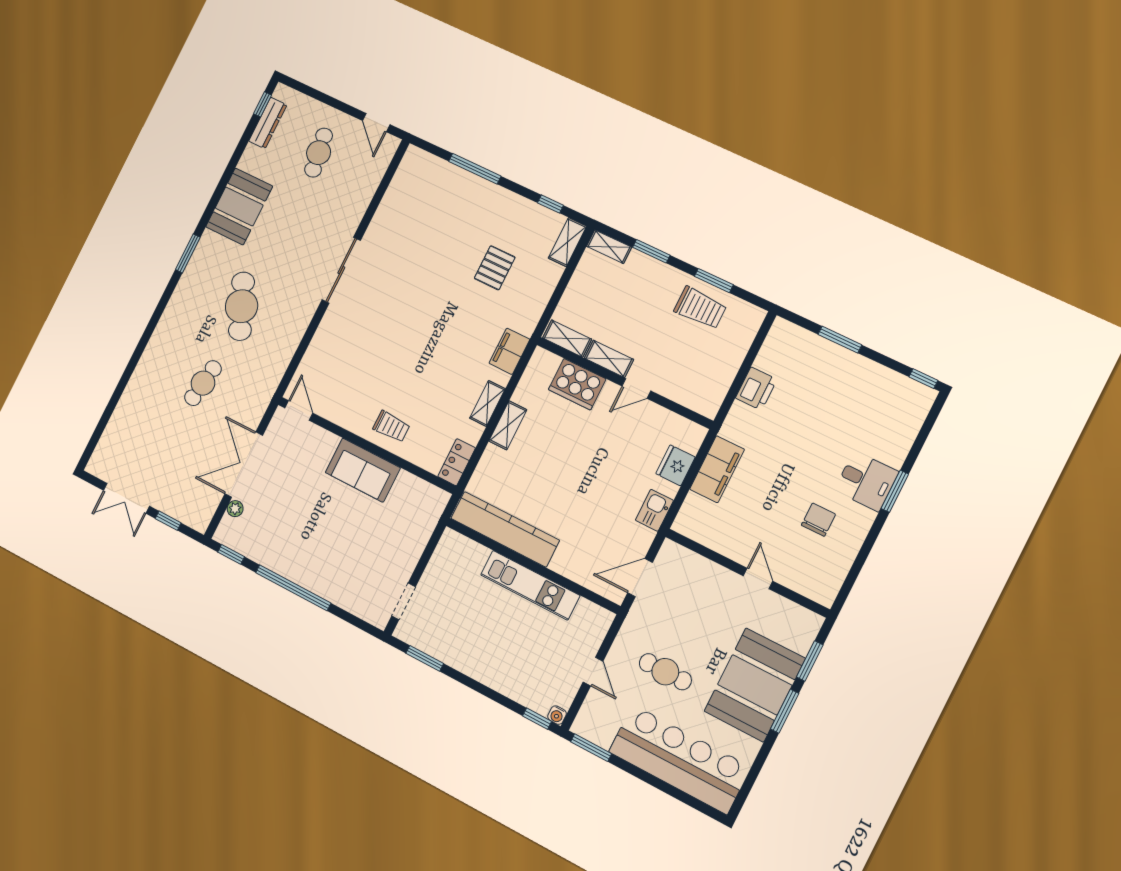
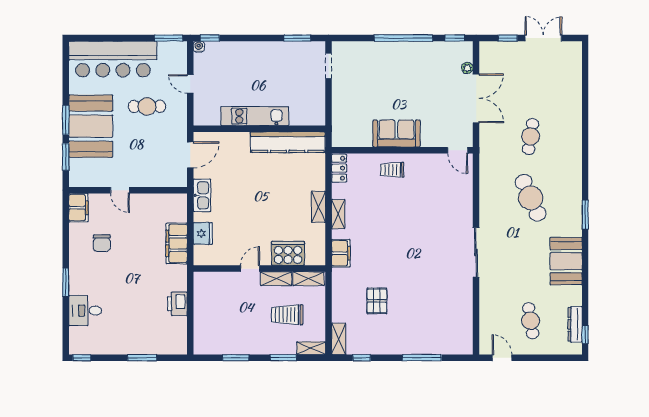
trolley: (700, 308) -> (287, 315), moved
desk: (866, 481) -> (85, 311), moved
kitchen sink: (654, 510) -> (202, 195), width x1.38
filing cabinet: (827, 583) -> (78, 208), added

